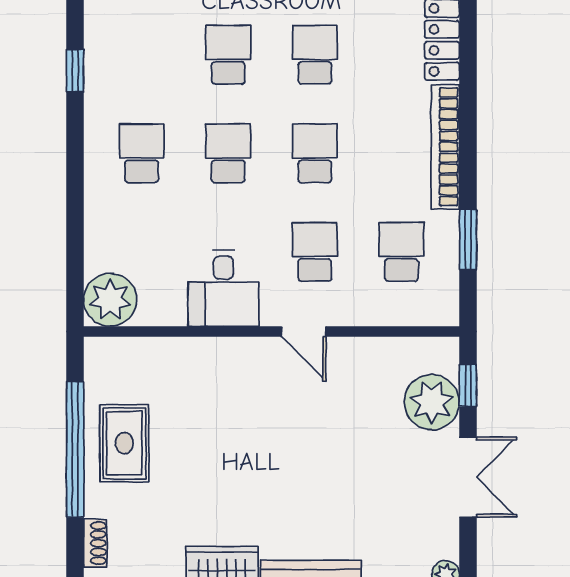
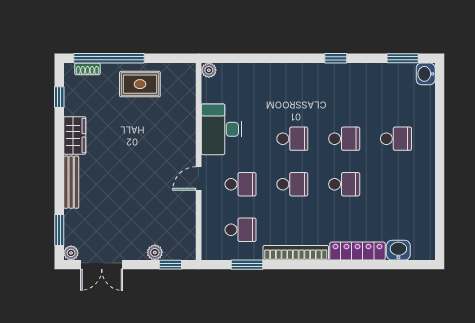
school desk: (142, 153) -> (292, 93), removed
desk: (223, 288) -> (221, 129), width x1.37
plant: (110, 300) -> (209, 70), width x0.53, depth x0.53
plant: (432, 402) -> (155, 252), width x0.53, depth x0.53
window: (75, 450) -> (109, 58), moved
double door: (468, 477) -> (102, 265), moved

